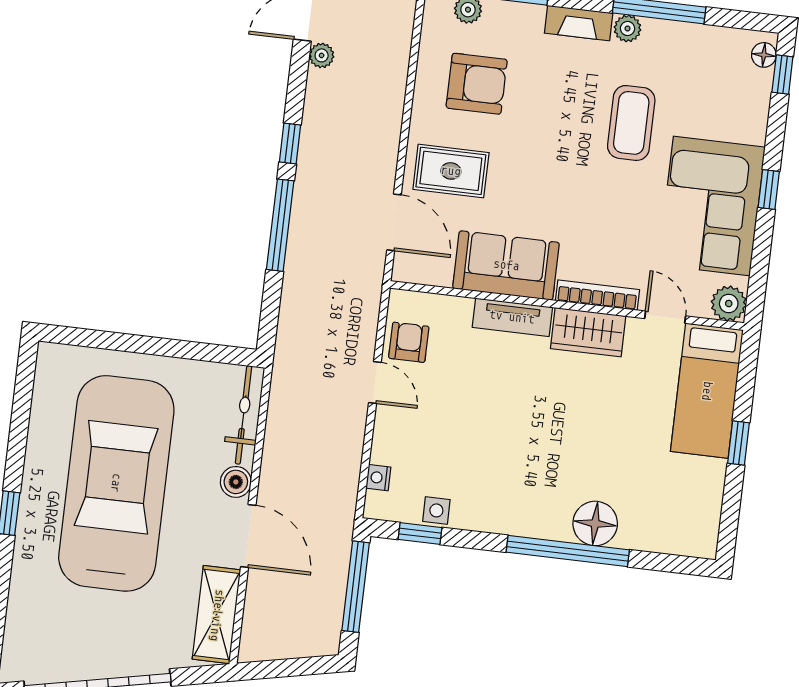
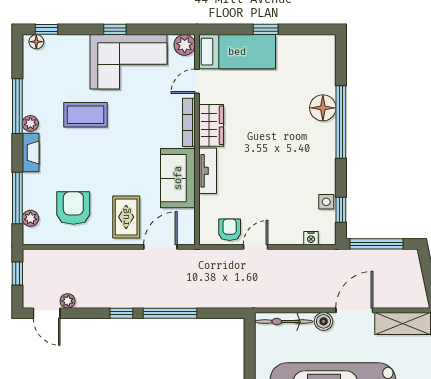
armchair: (409, 342) -> (230, 230), turned 90

